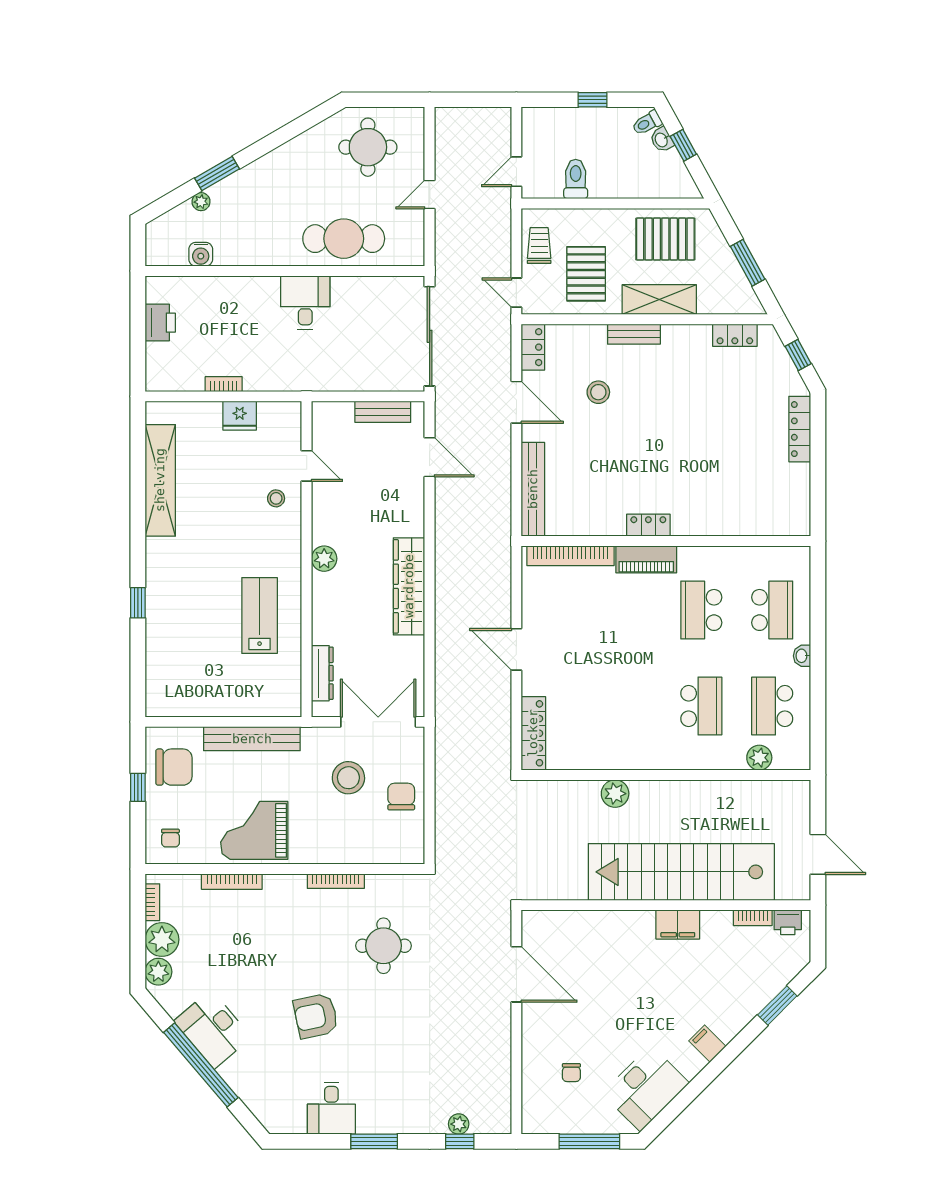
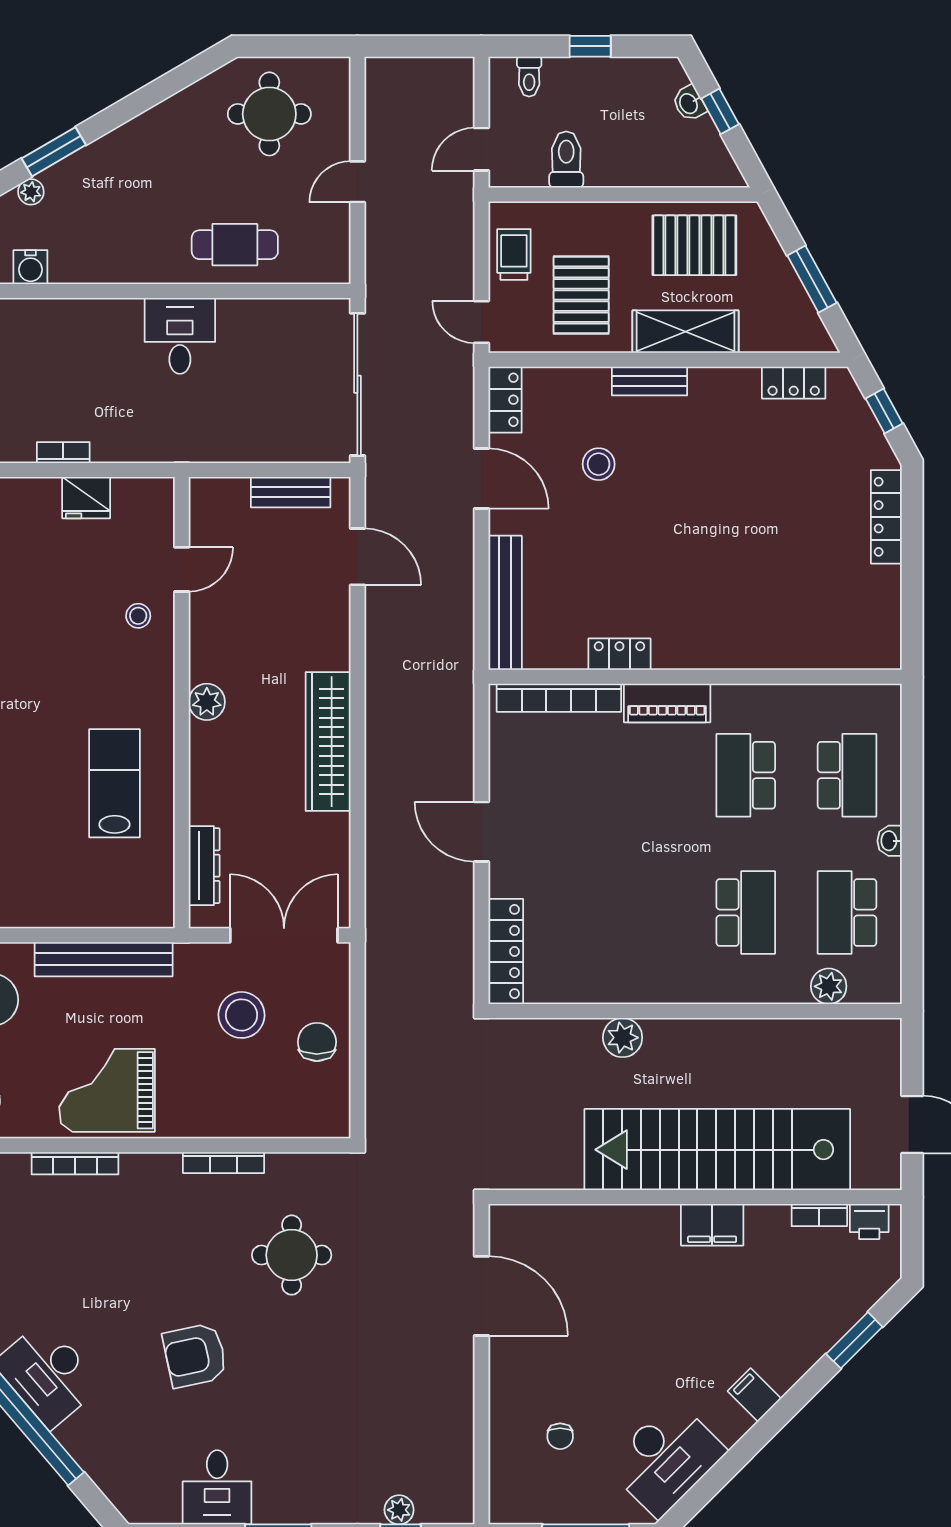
toilet: (647, 123) -> (529, 77), moved, turned -61
cafe table: (344, 239) -> (235, 245), width x0.73, depth x0.74
door: (307, 466) -> (182, 569), hinge flipped
locker: (648, 525) -> (619, 654), moved

